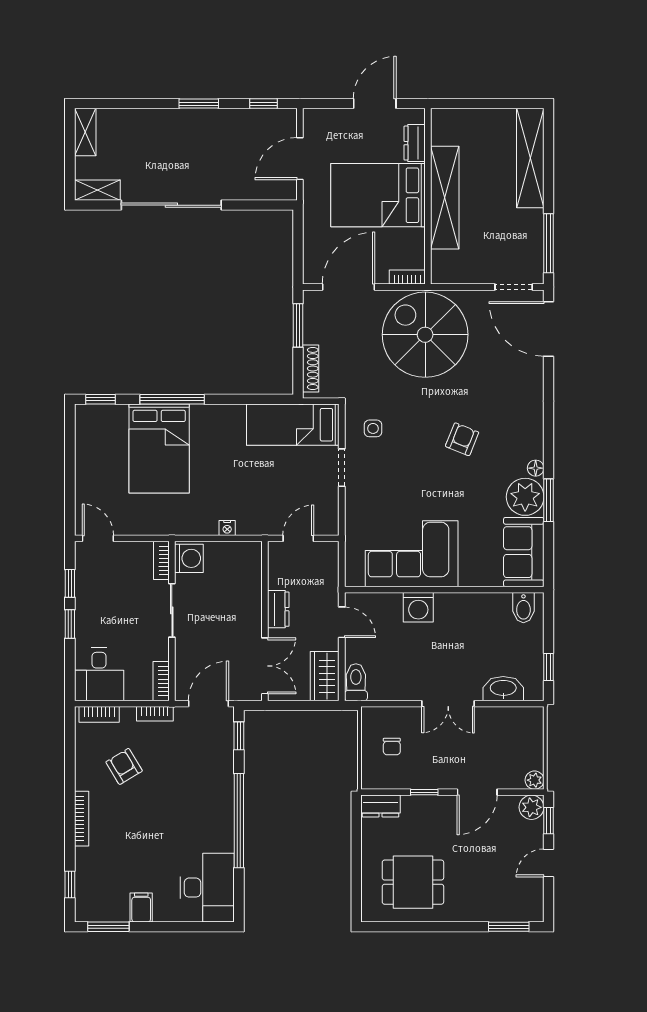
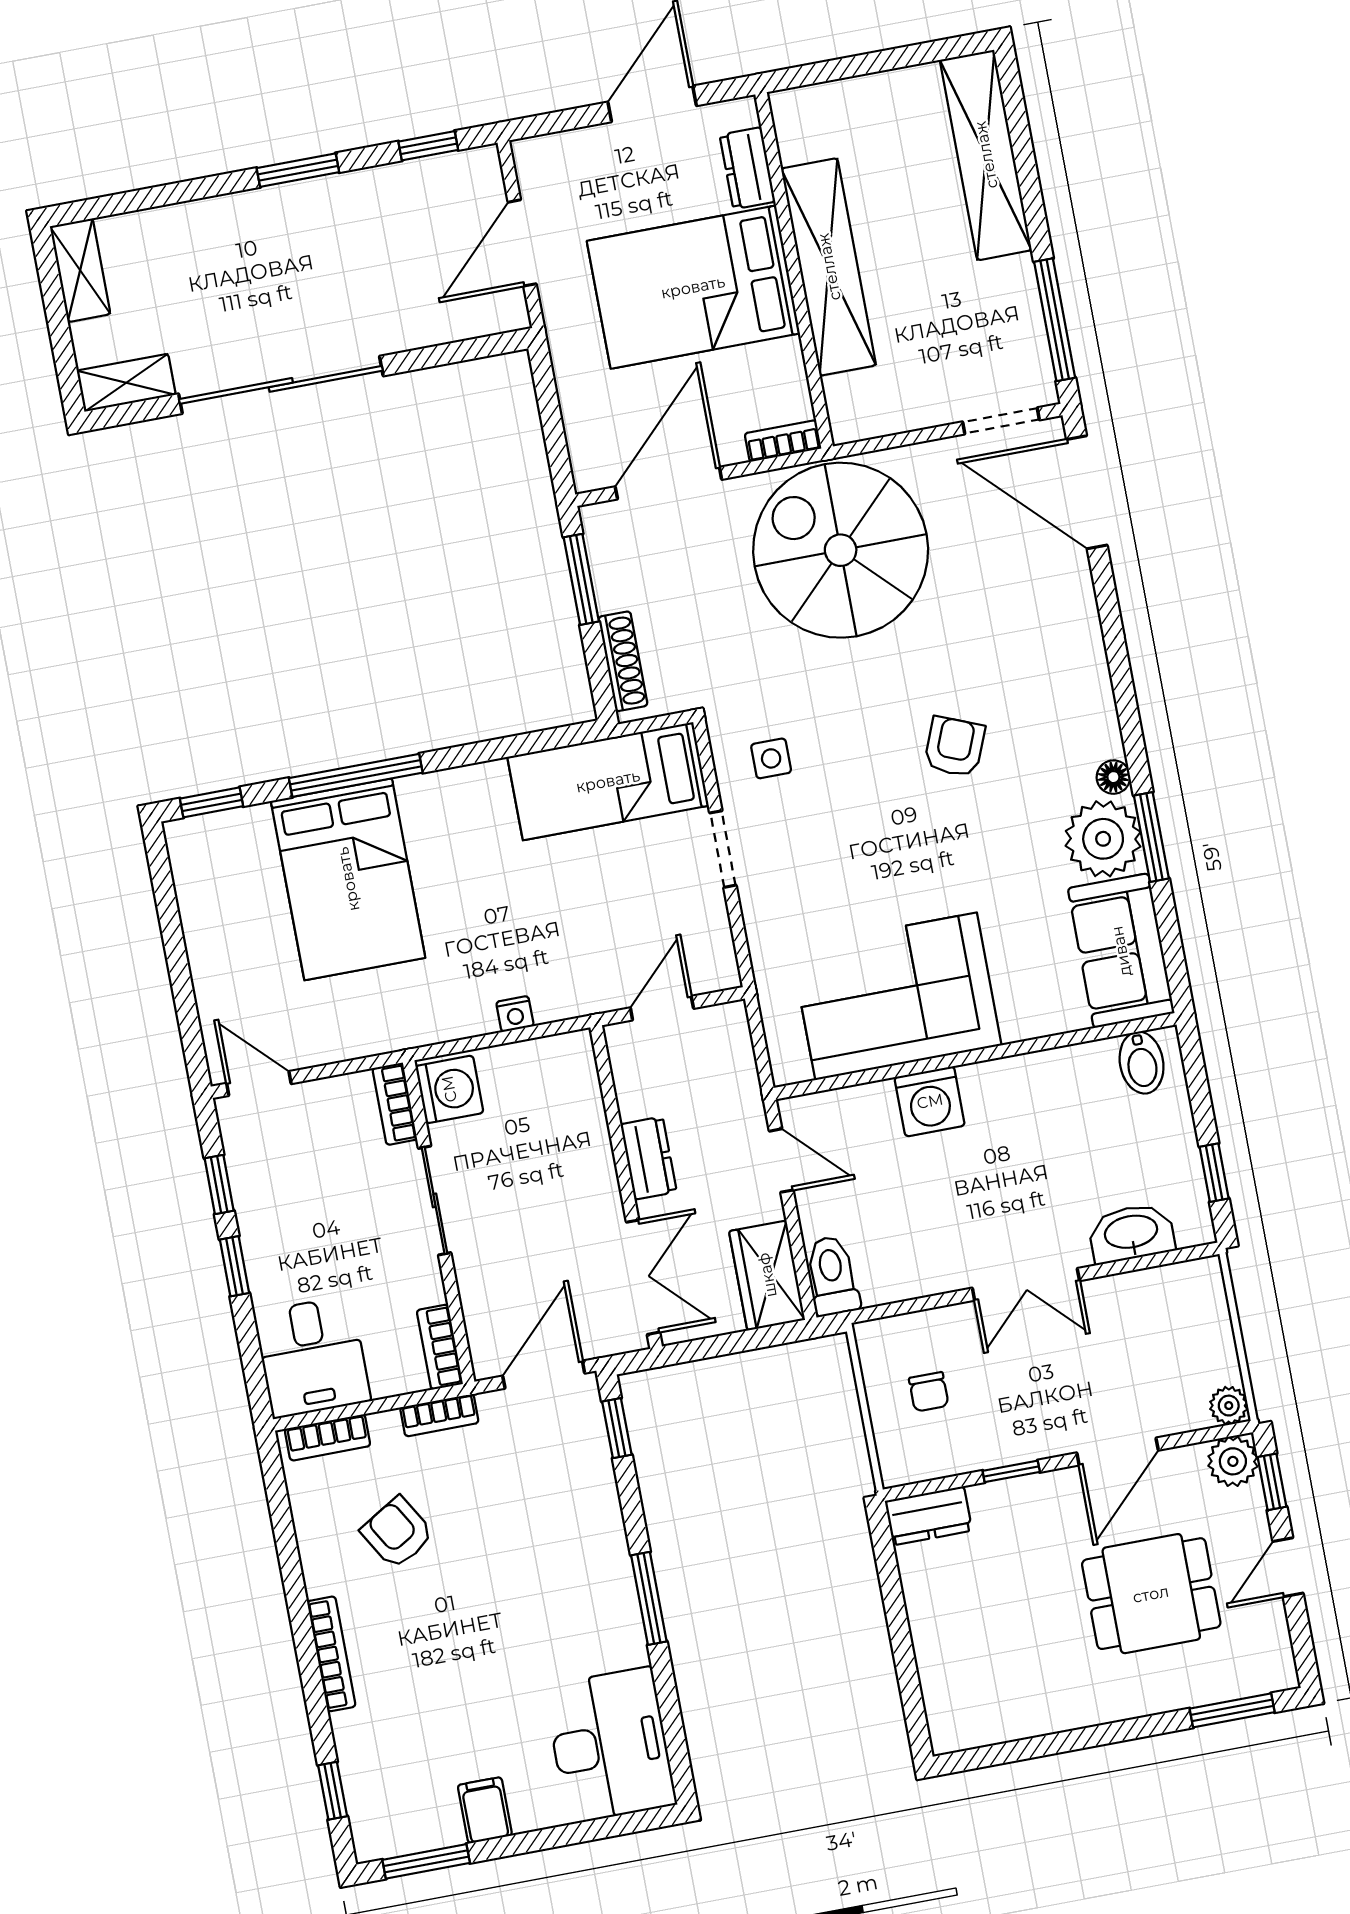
window: (239, 821) -> (649, 1598), width x0.47
dining table: (413, 882) -> (1151, 1594), moved

